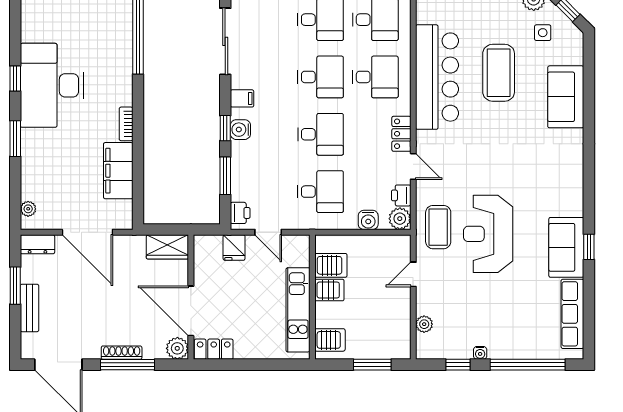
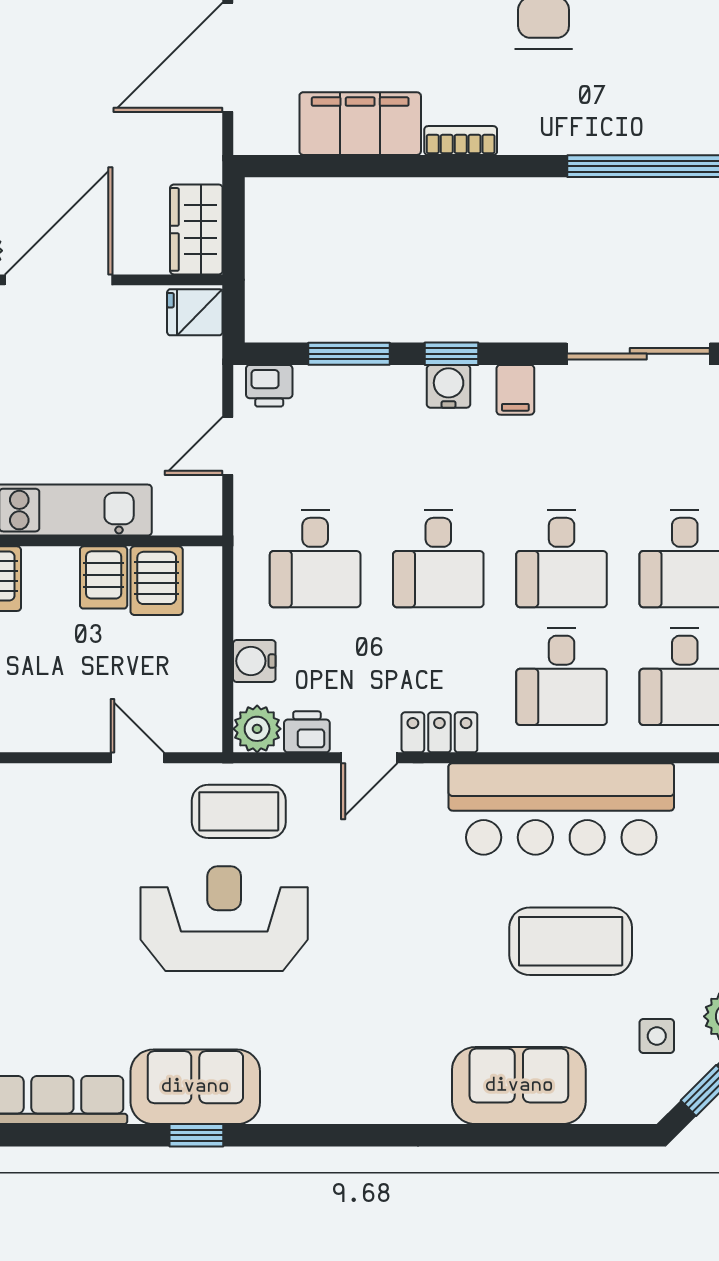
fridge: (234, 248) -> (195, 312), moved
plant: (424, 324) -> (30, 781), removed

